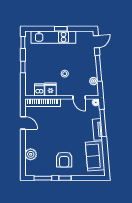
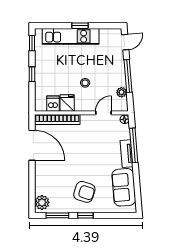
door: (79, 97) -> (103, 113), swing flipped
door: (23, 123) -> (32, 145), width x1.88
plant: (31, 154) -> (42, 202), moved
armchair: (64, 160) -> (84, 192), turned -72

